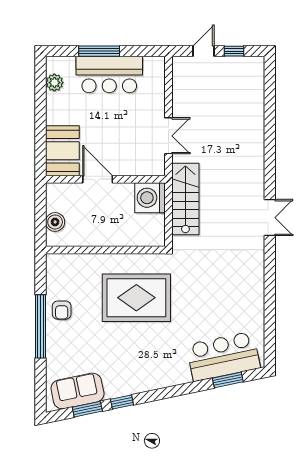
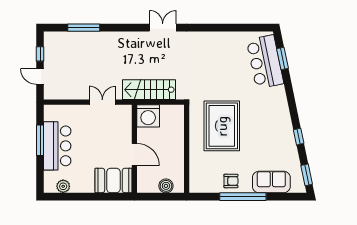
window: (99, 51) -> (40, 140), moved
window: (270, 110) -> (84, 28), added
door: (98, 179) -> (134, 154), swing flipped
sofa: (77, 391) -> (271, 182), moved, turned 102
window: (87, 409) -> (307, 175), moved

